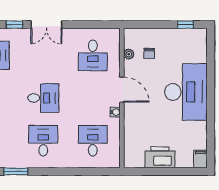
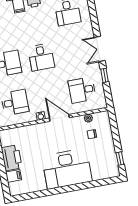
window: (14, 25) -> (104, 75), moved
door: (122, 90) -> (59, 118), swing flipped
filing cabinet: (200, 159) -> (14, 176), moved

